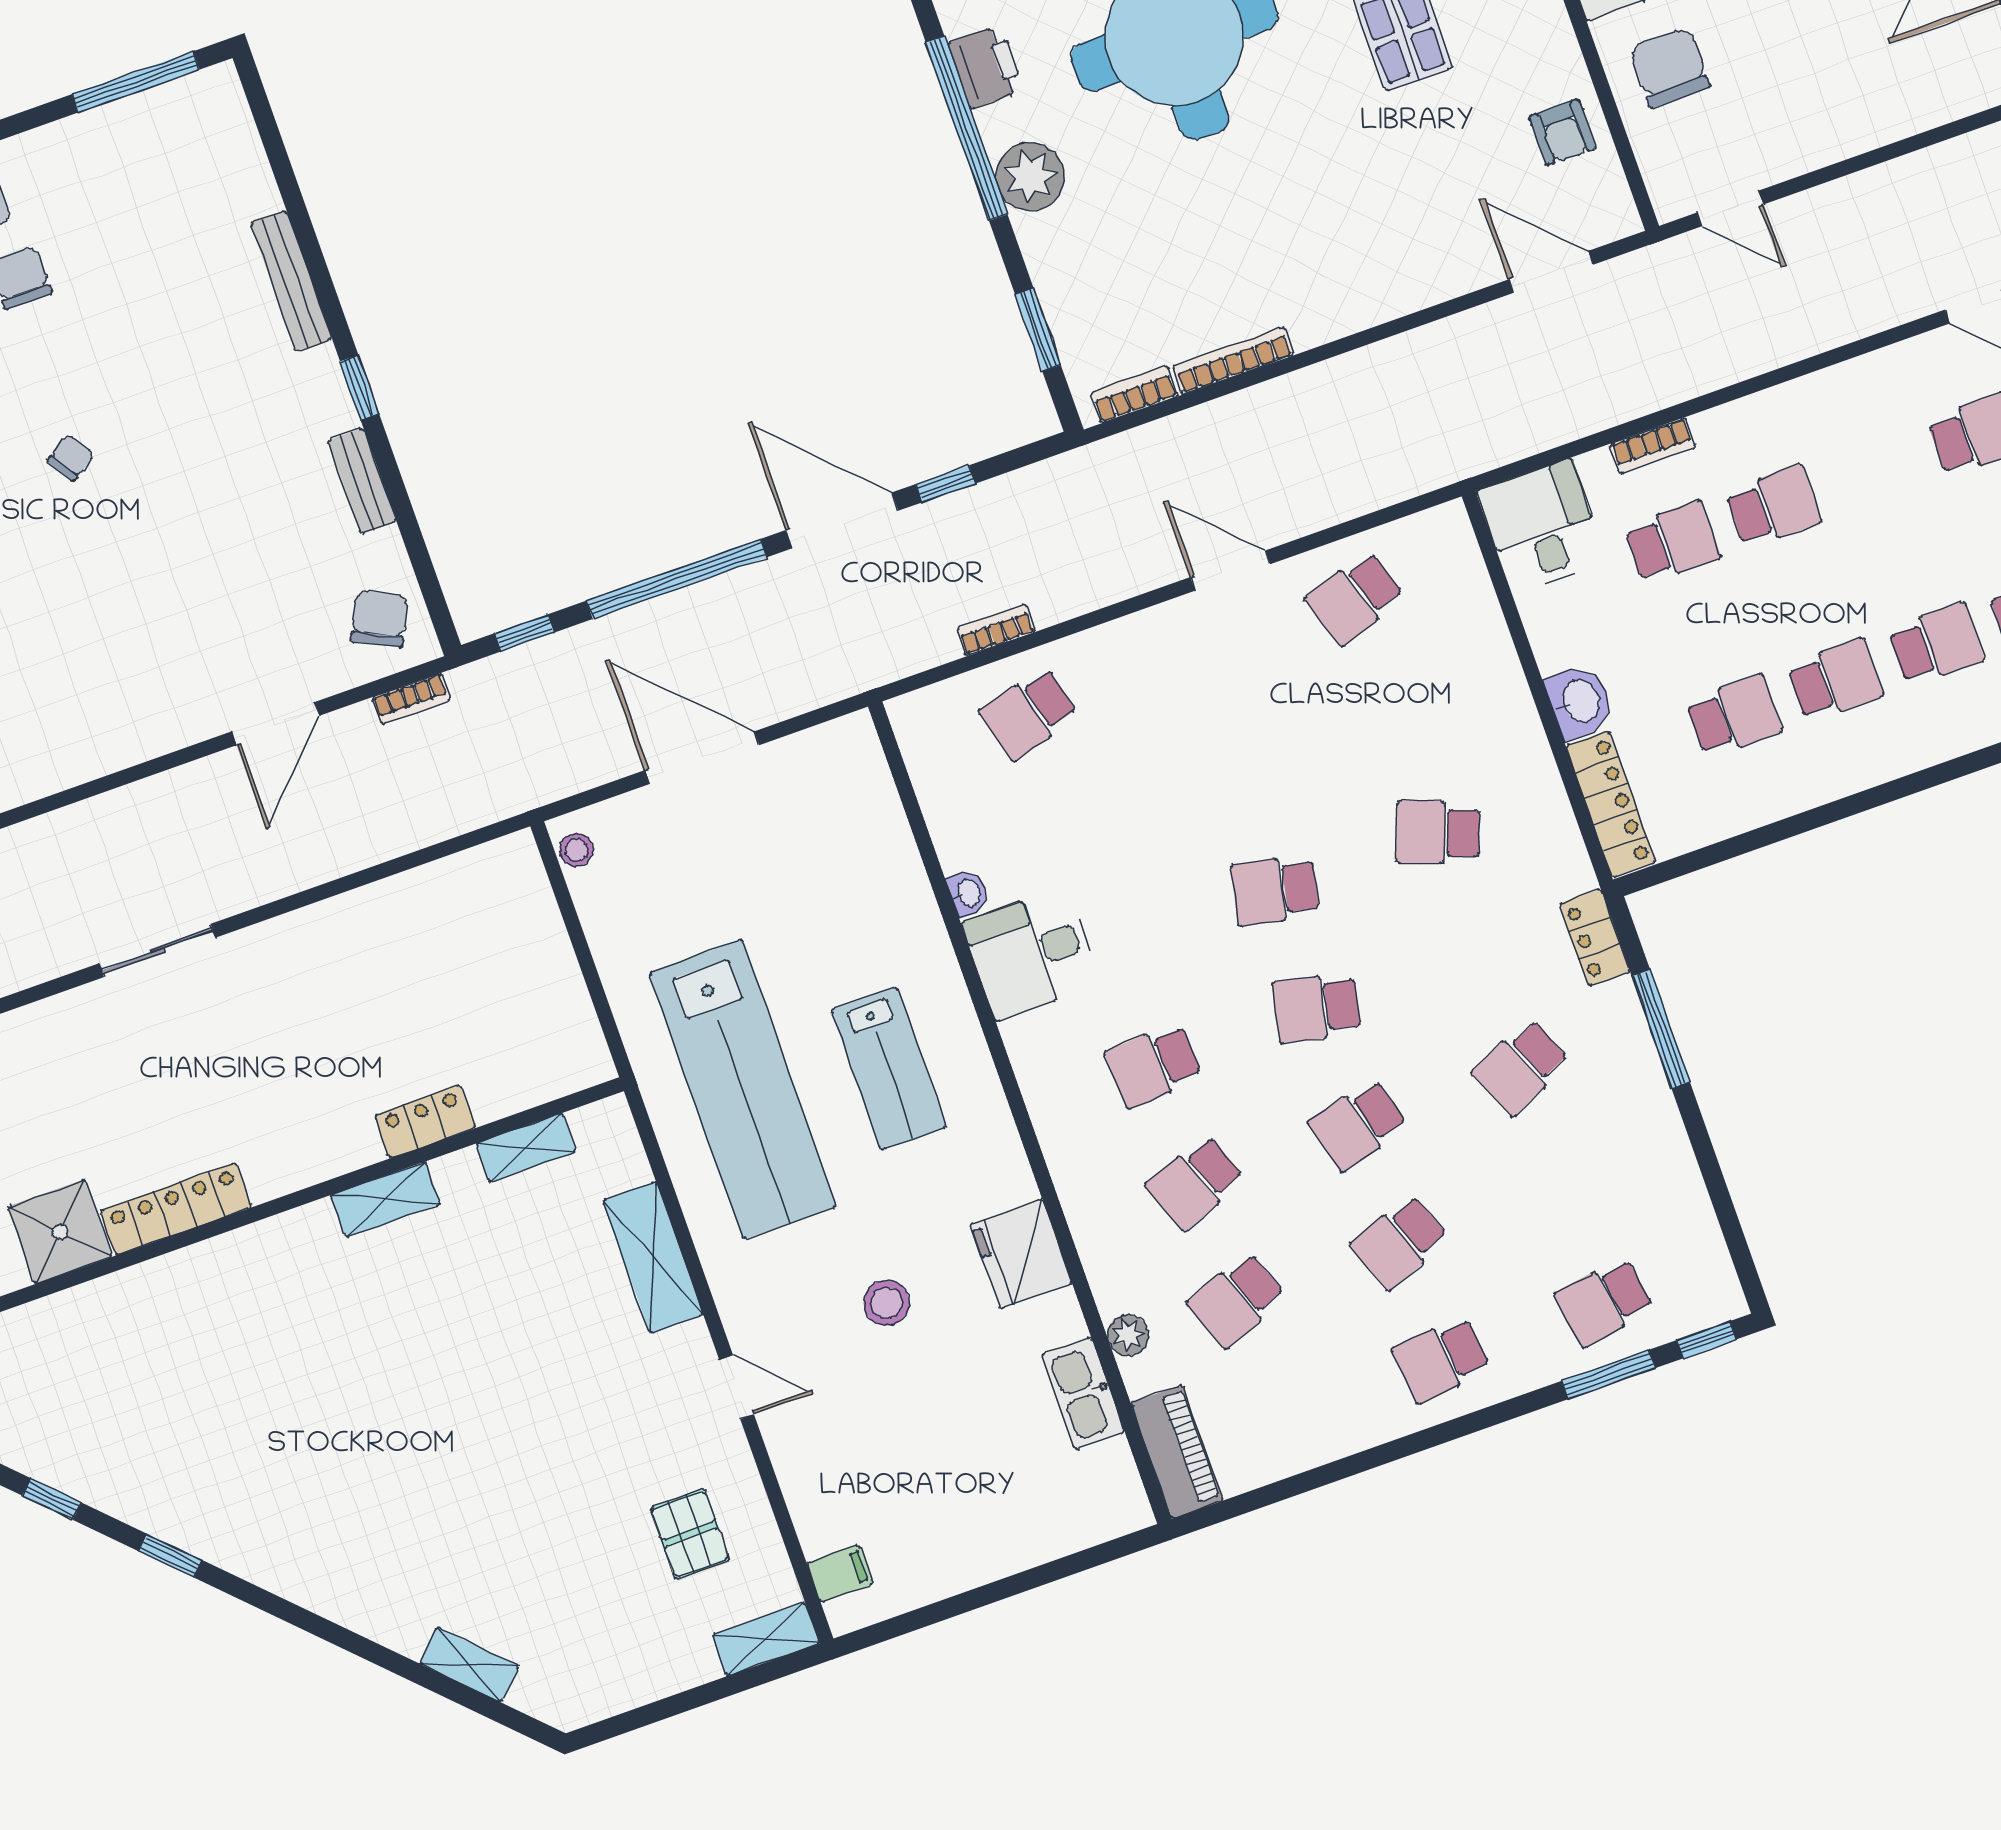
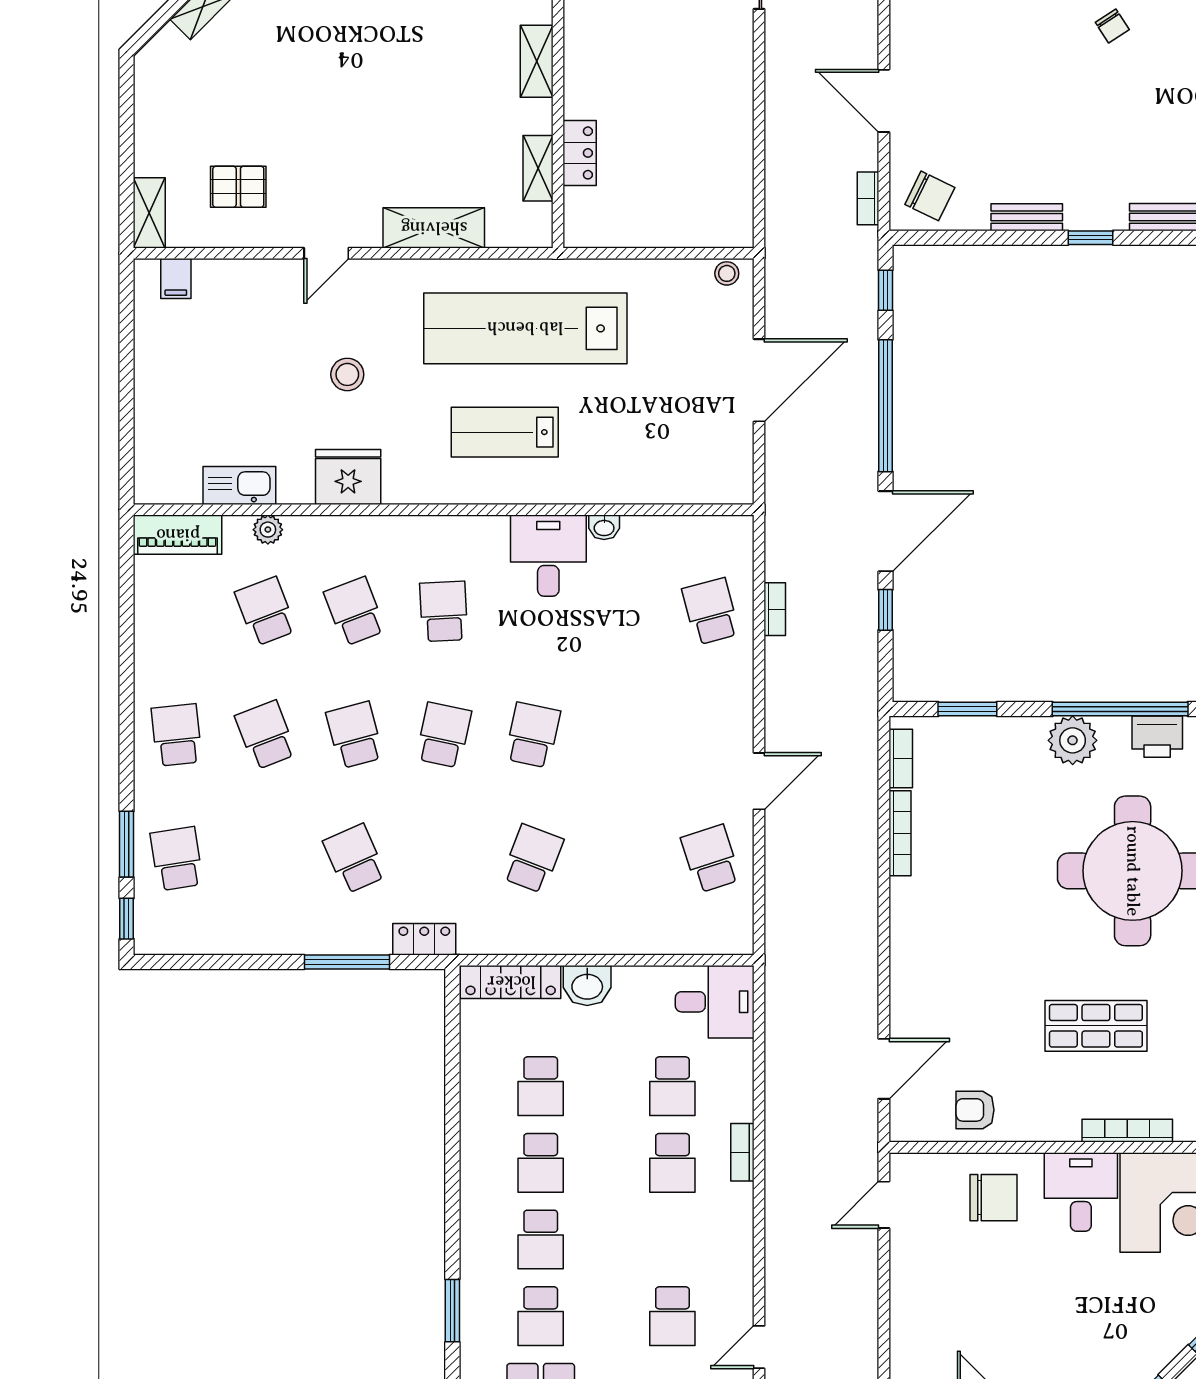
bookcase: (1653, 446) -> (742, 1152), moved
locker: (425, 1122) -> (580, 153), moved

